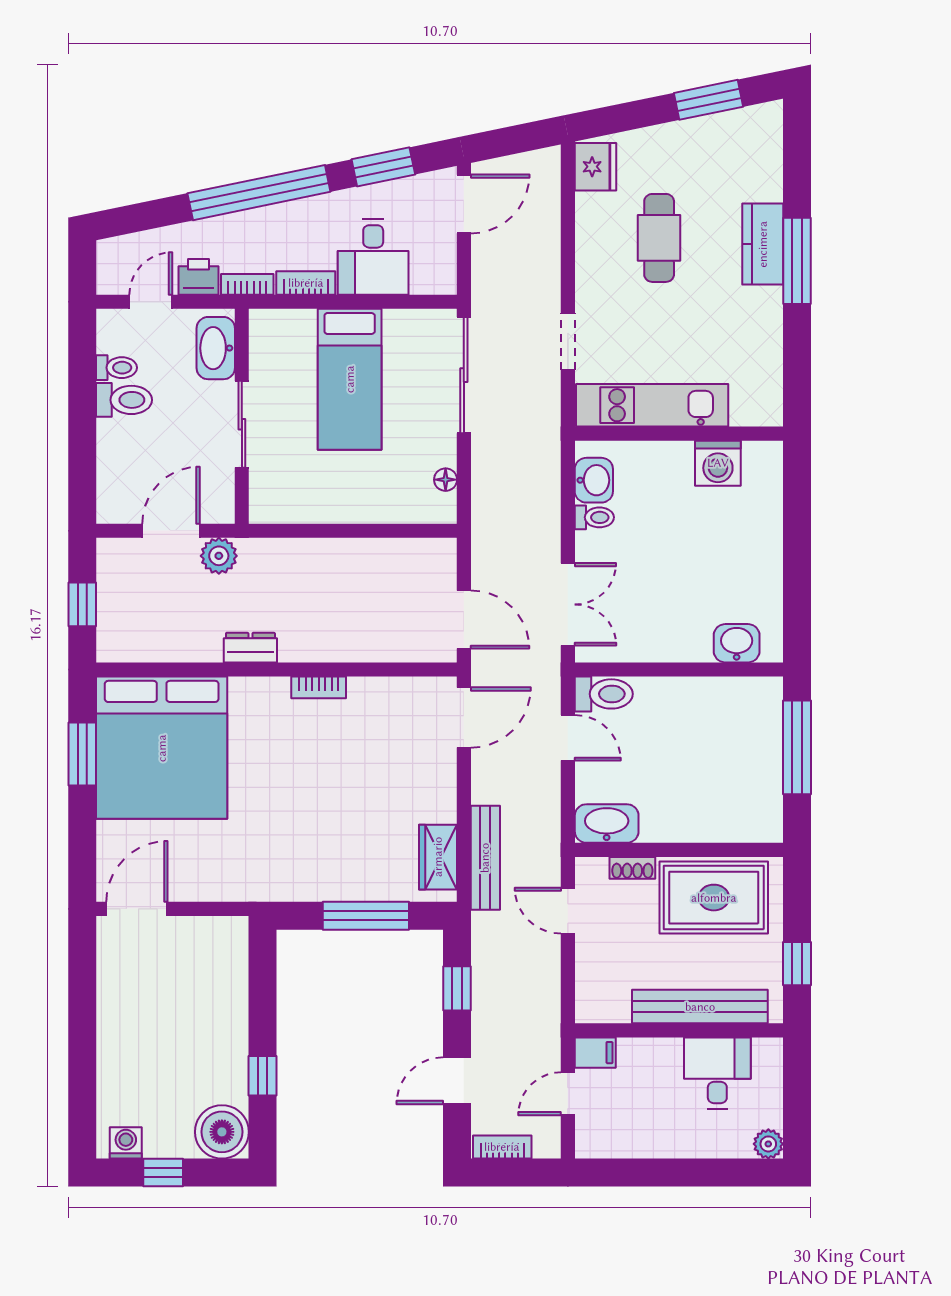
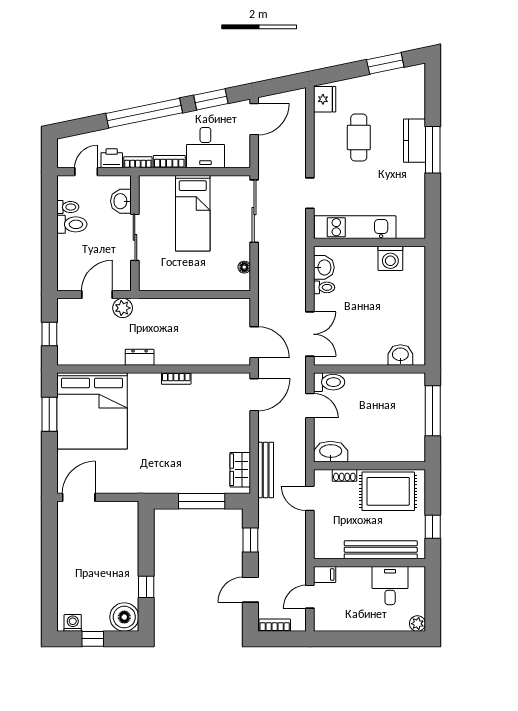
washbasin: (216, 348) -> (121, 201), width x0.72

